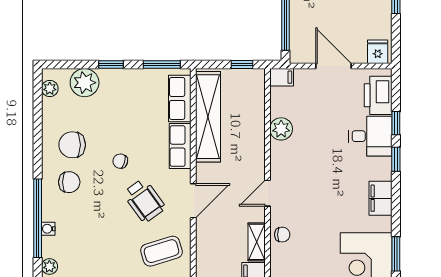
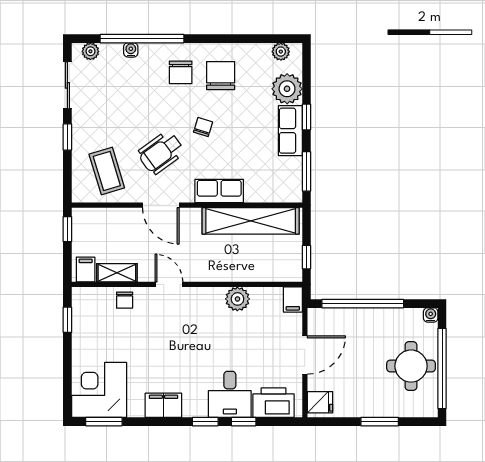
row of seats: (180, 98) -> (290, 131), moved, turned -90

